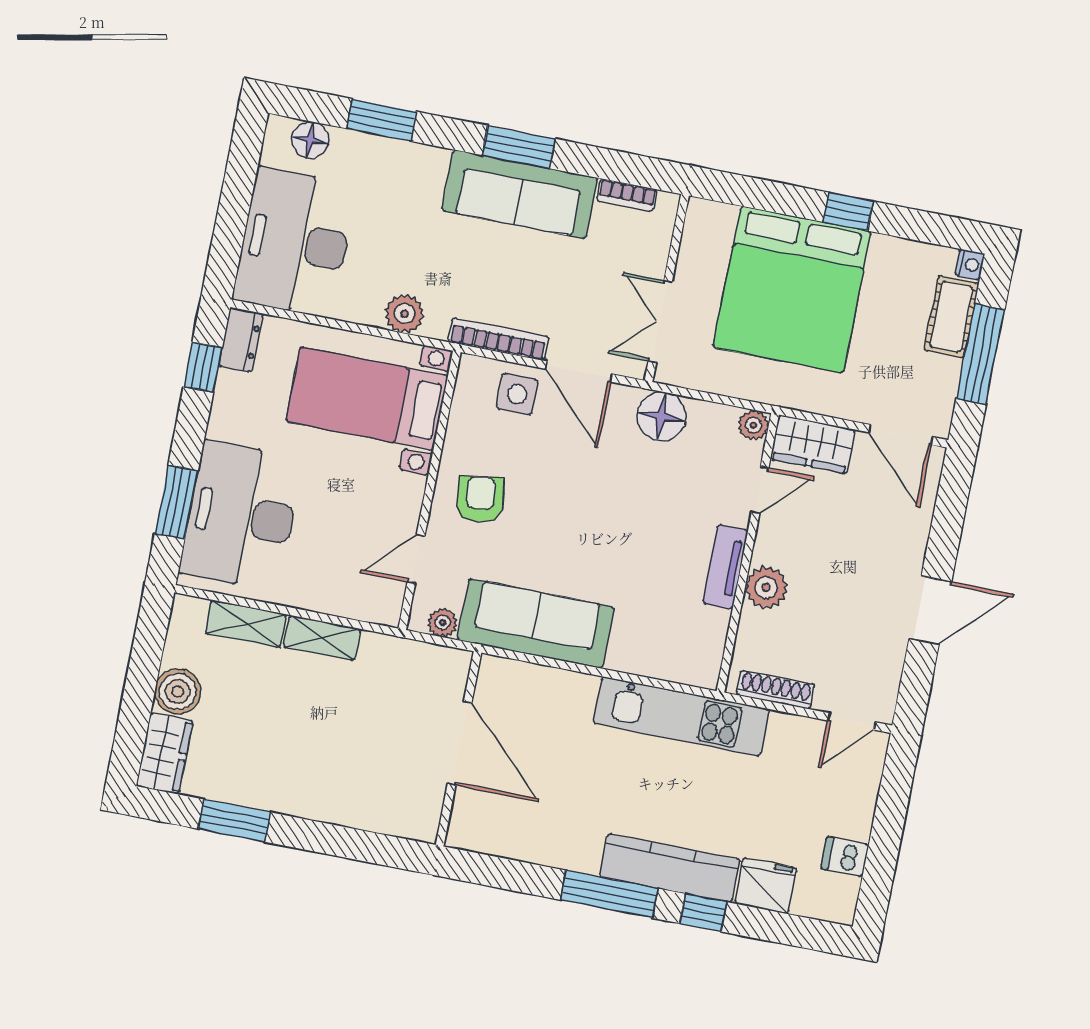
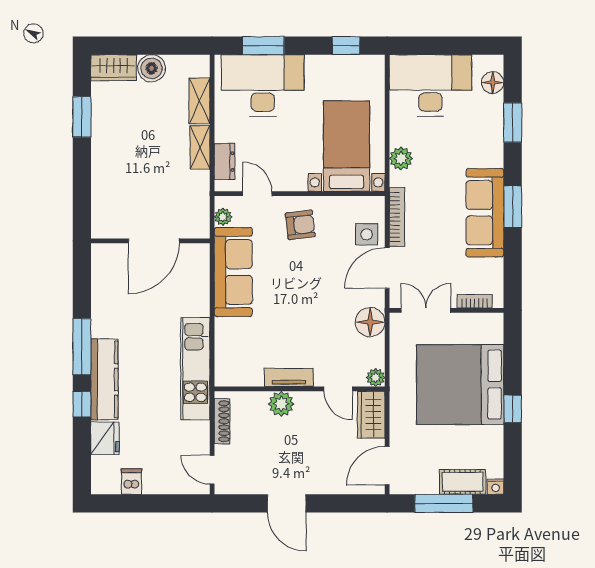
bookcase: (627, 195) -> (475, 301), moved, turned 90
dresser: (241, 340) -> (225, 162), moved, turned -90

